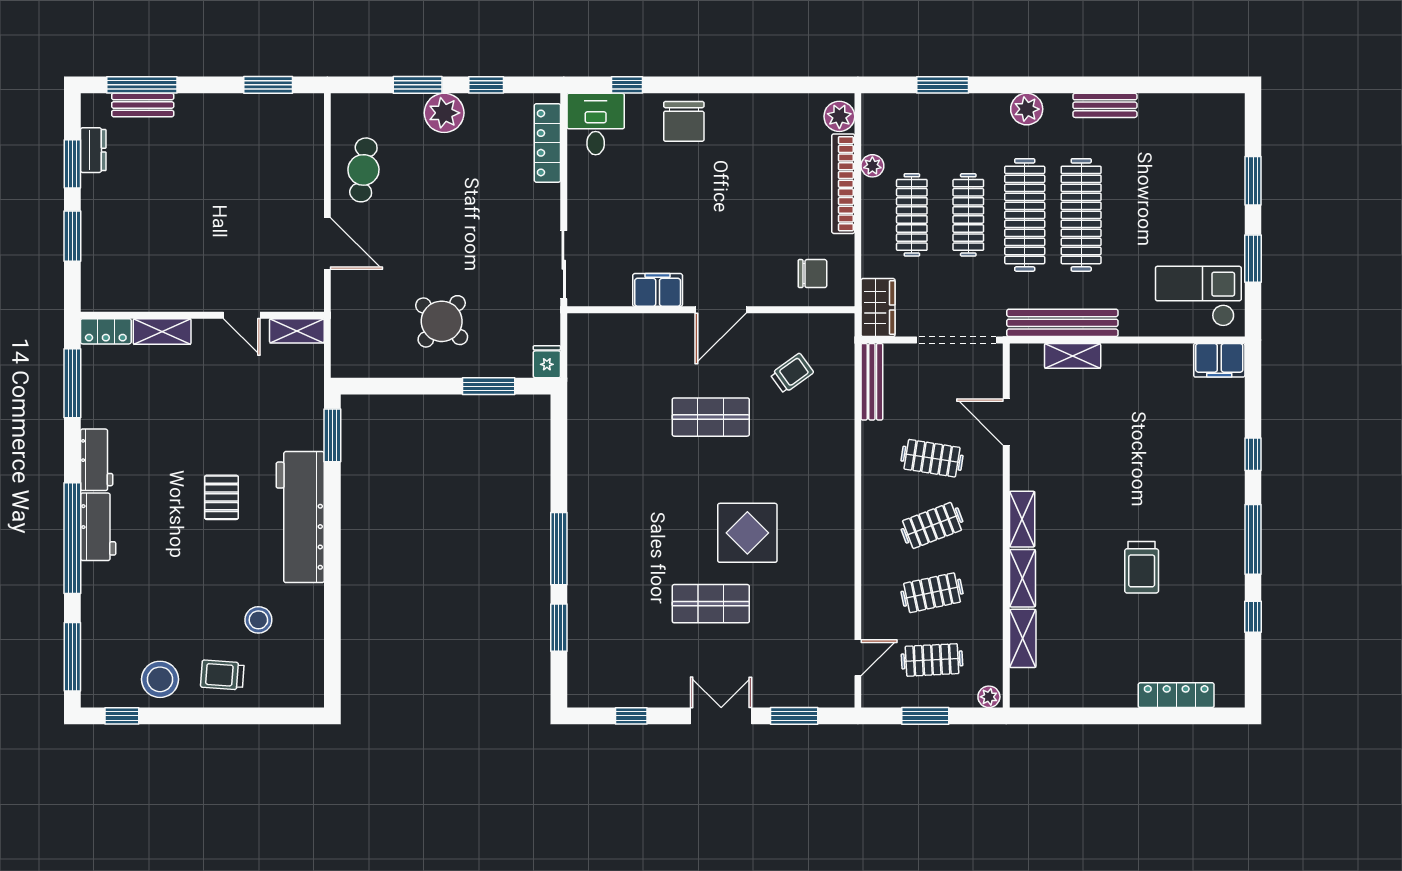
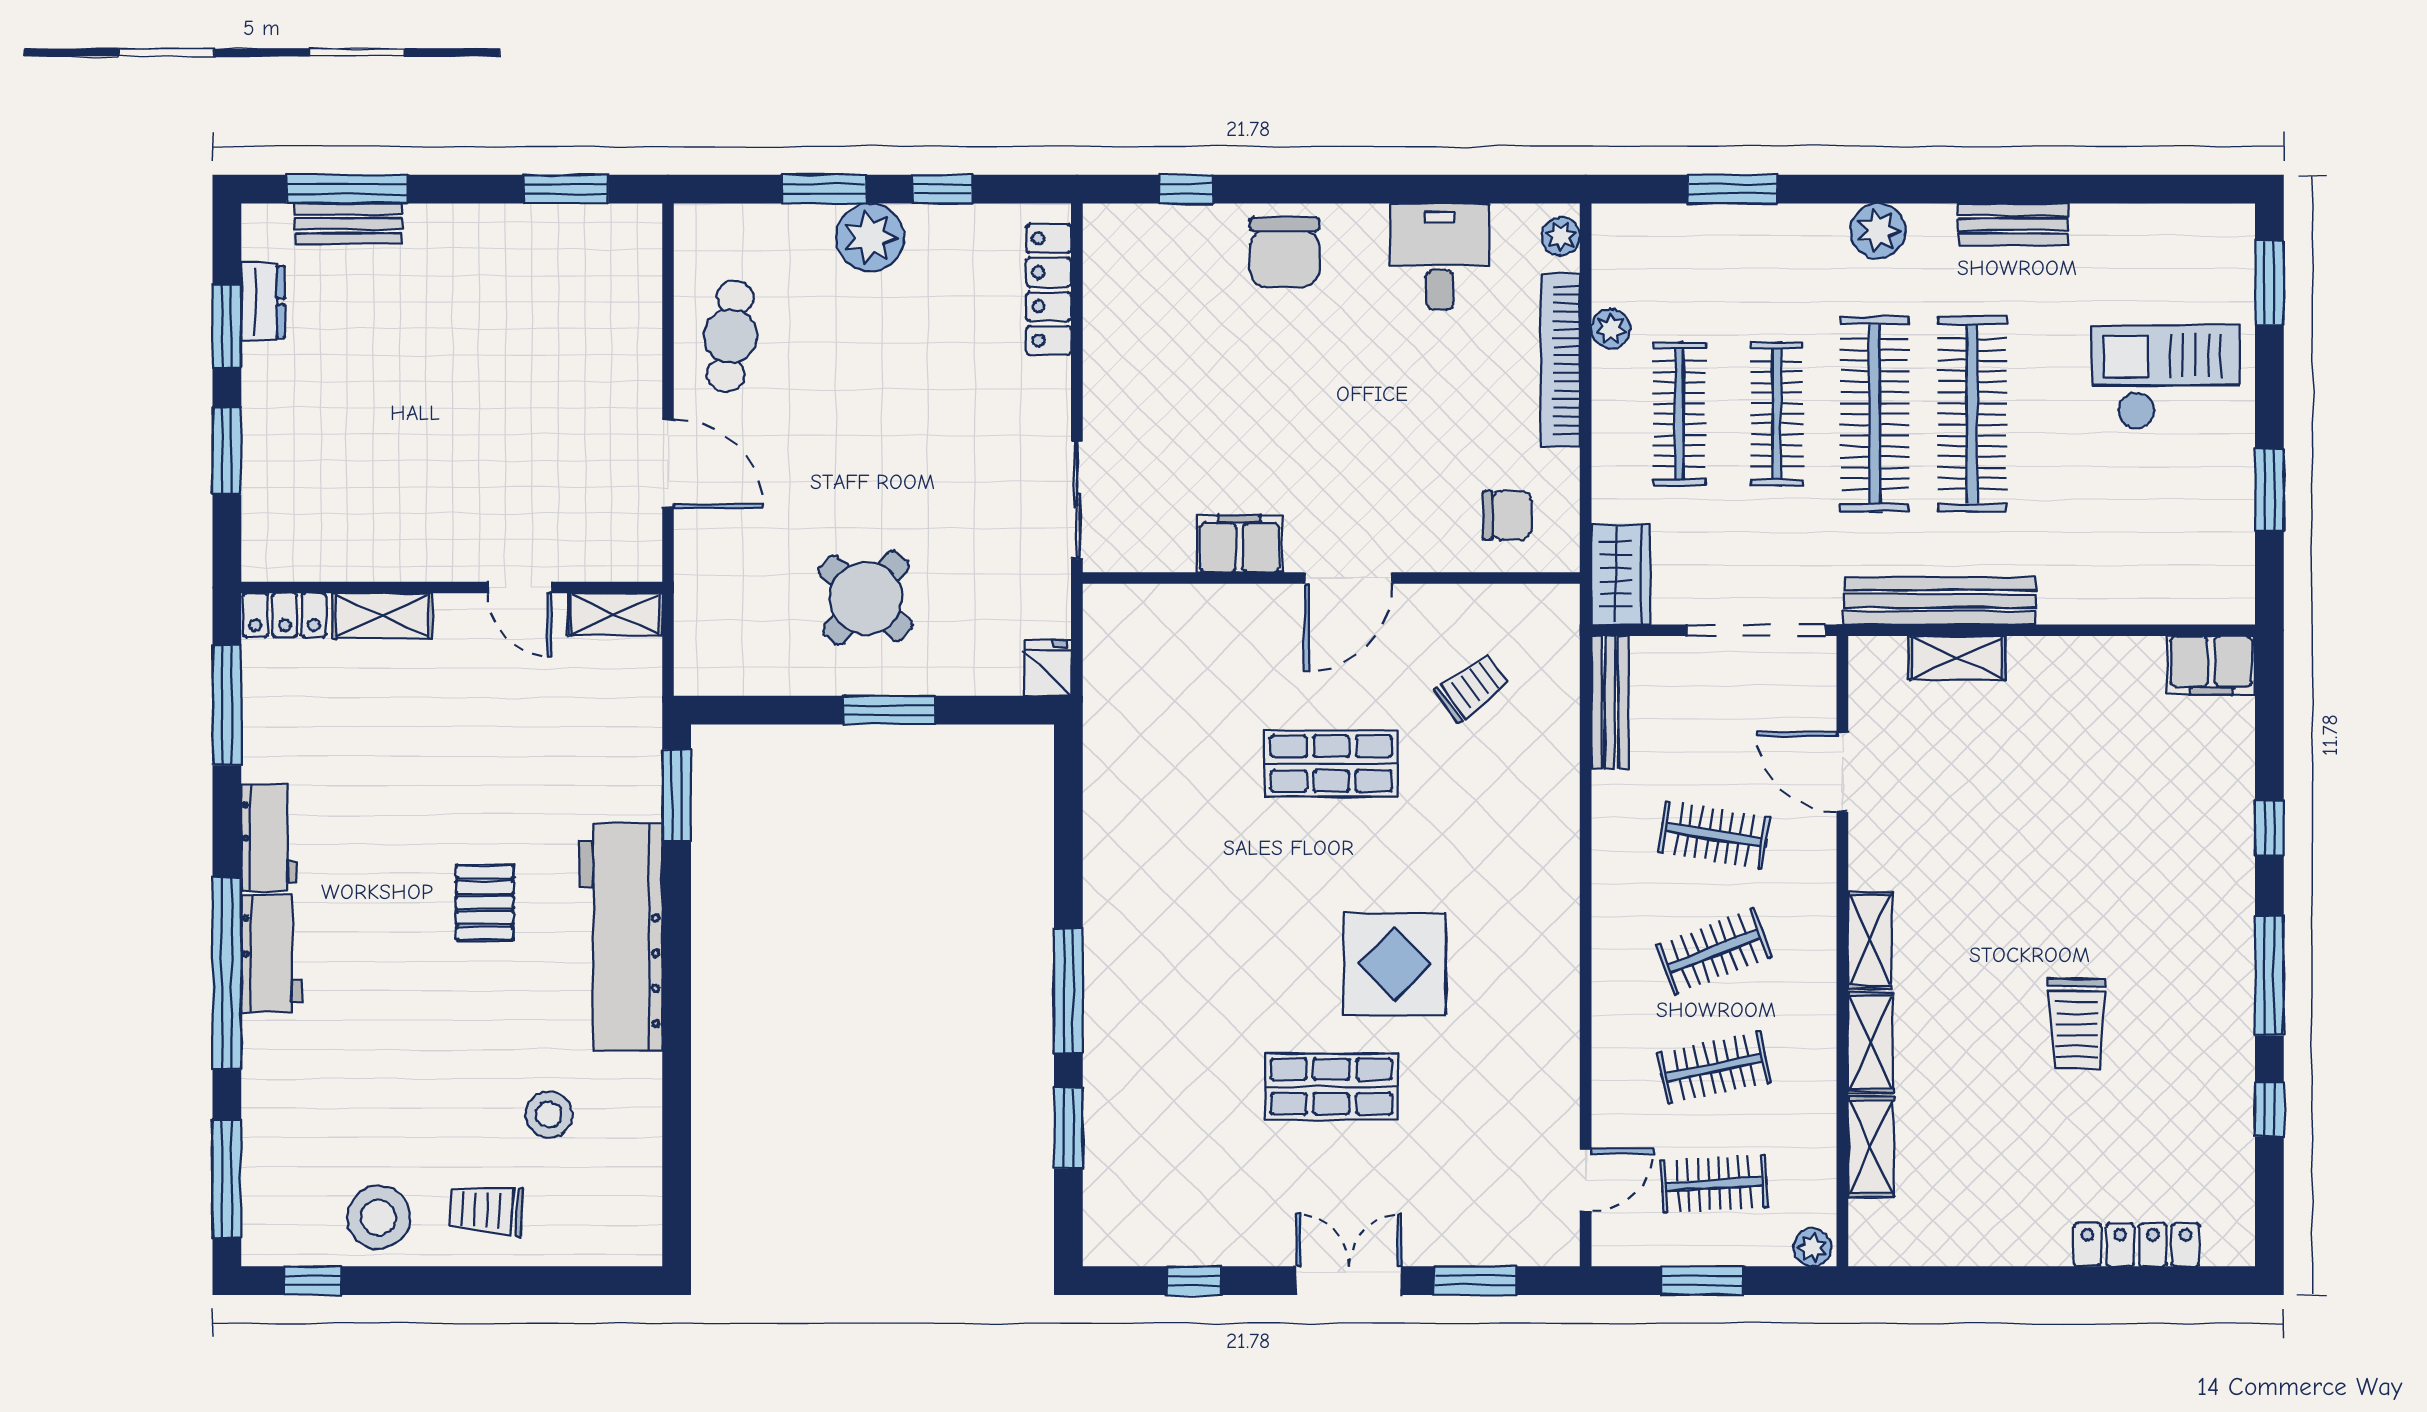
plant: (839, 116) -> (1561, 236), width x0.73, depth x0.73
desk: (596, 124) -> (1440, 257), moved
window: (1253, 181) -> (2269, 283), moved
checkout: (1198, 296) -> (2166, 377), moved
window: (489, 386) -> (889, 710), moved

